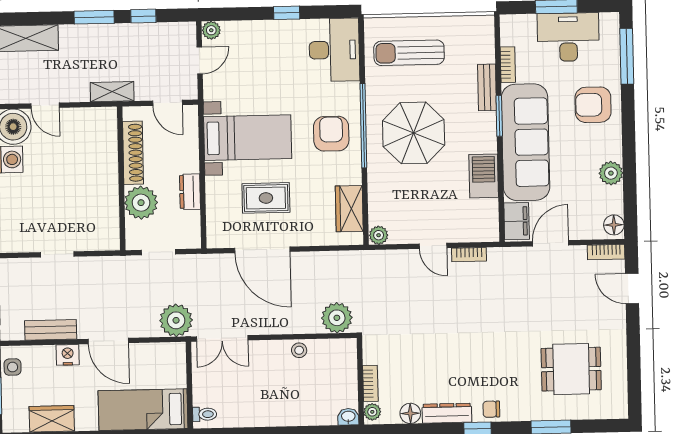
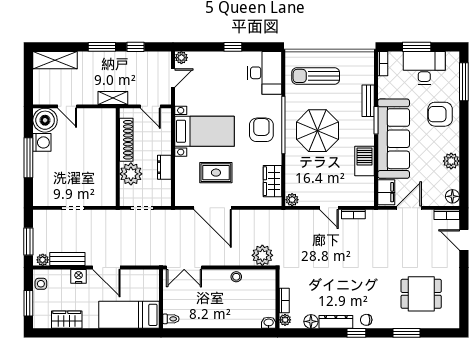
bookcase: (508, 65) -> (383, 64), moved
plant: (176, 320) -> (43, 260), moved, width x0.53, depth x0.53

